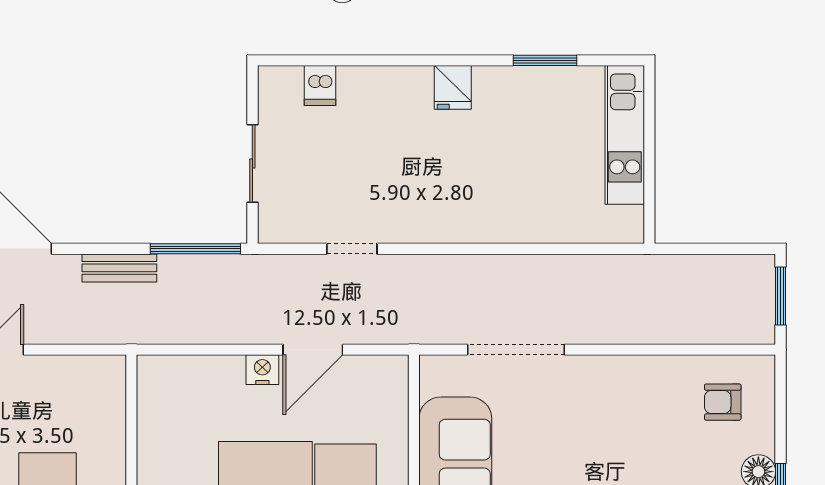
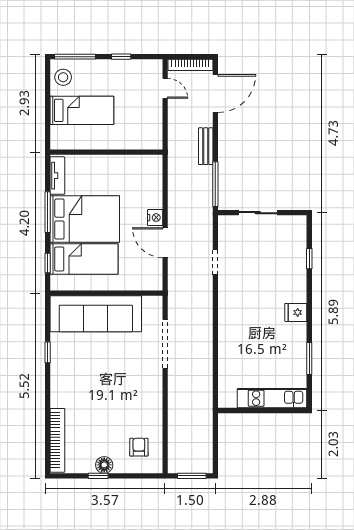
window: (345, 60) -> (309, 259), added
dishwasher: (320, 85) -> (297, 246), removed

